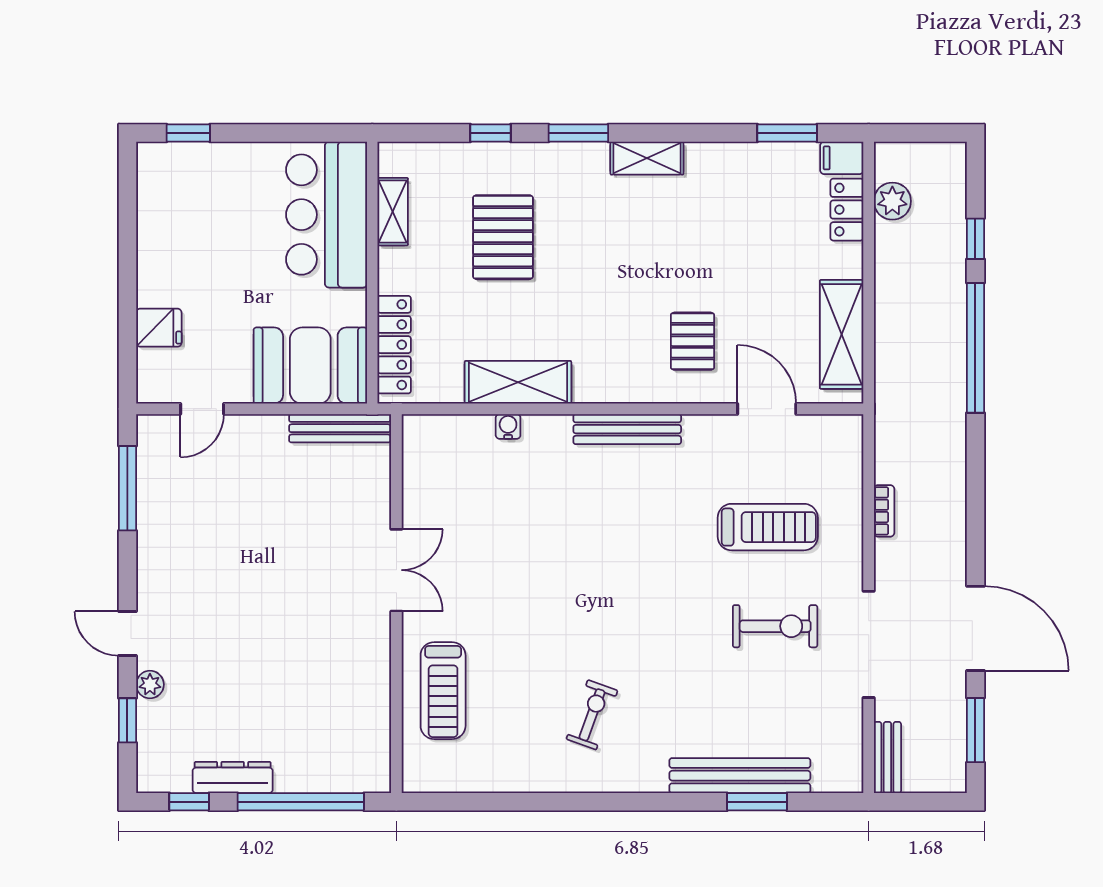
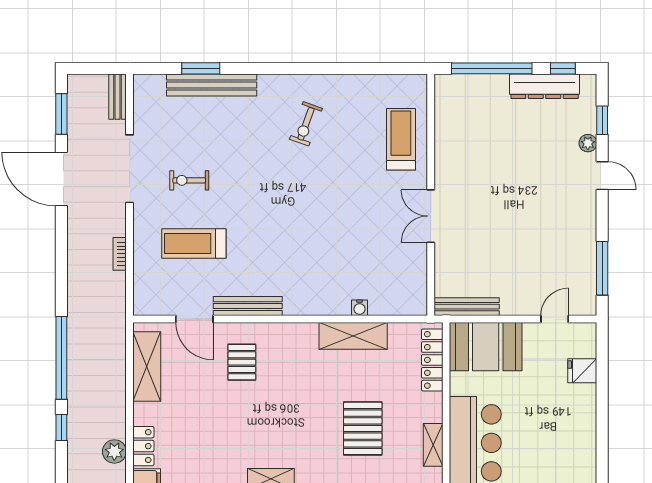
bench: (627, 429) -> (248, 306), moved
exercise bike: (775, 626) -> (189, 180), width x0.73, depth x0.72
dresser: (233, 777) -> (545, 86), width x1.37, depth x1.24

